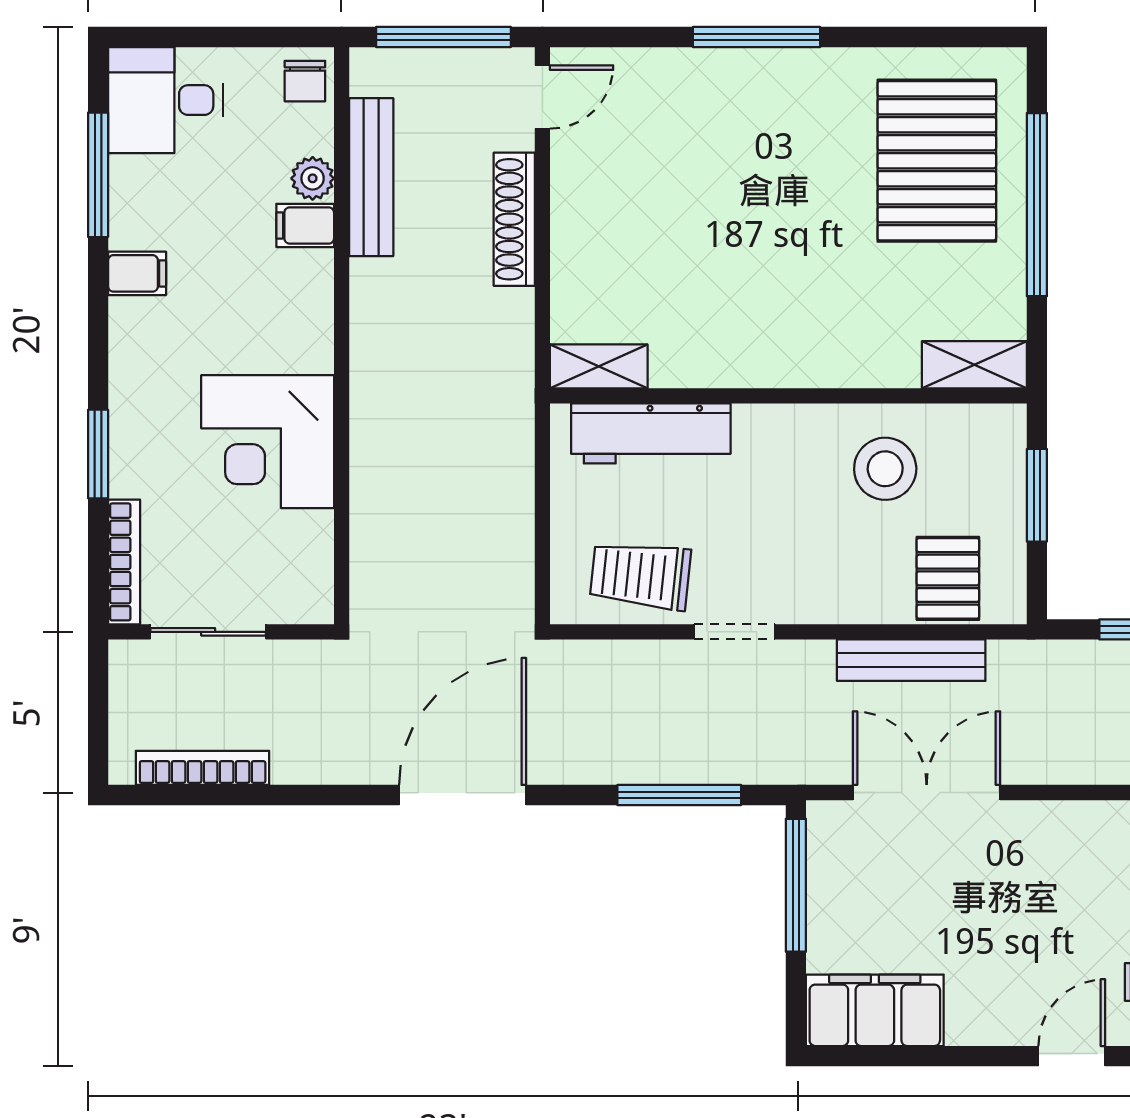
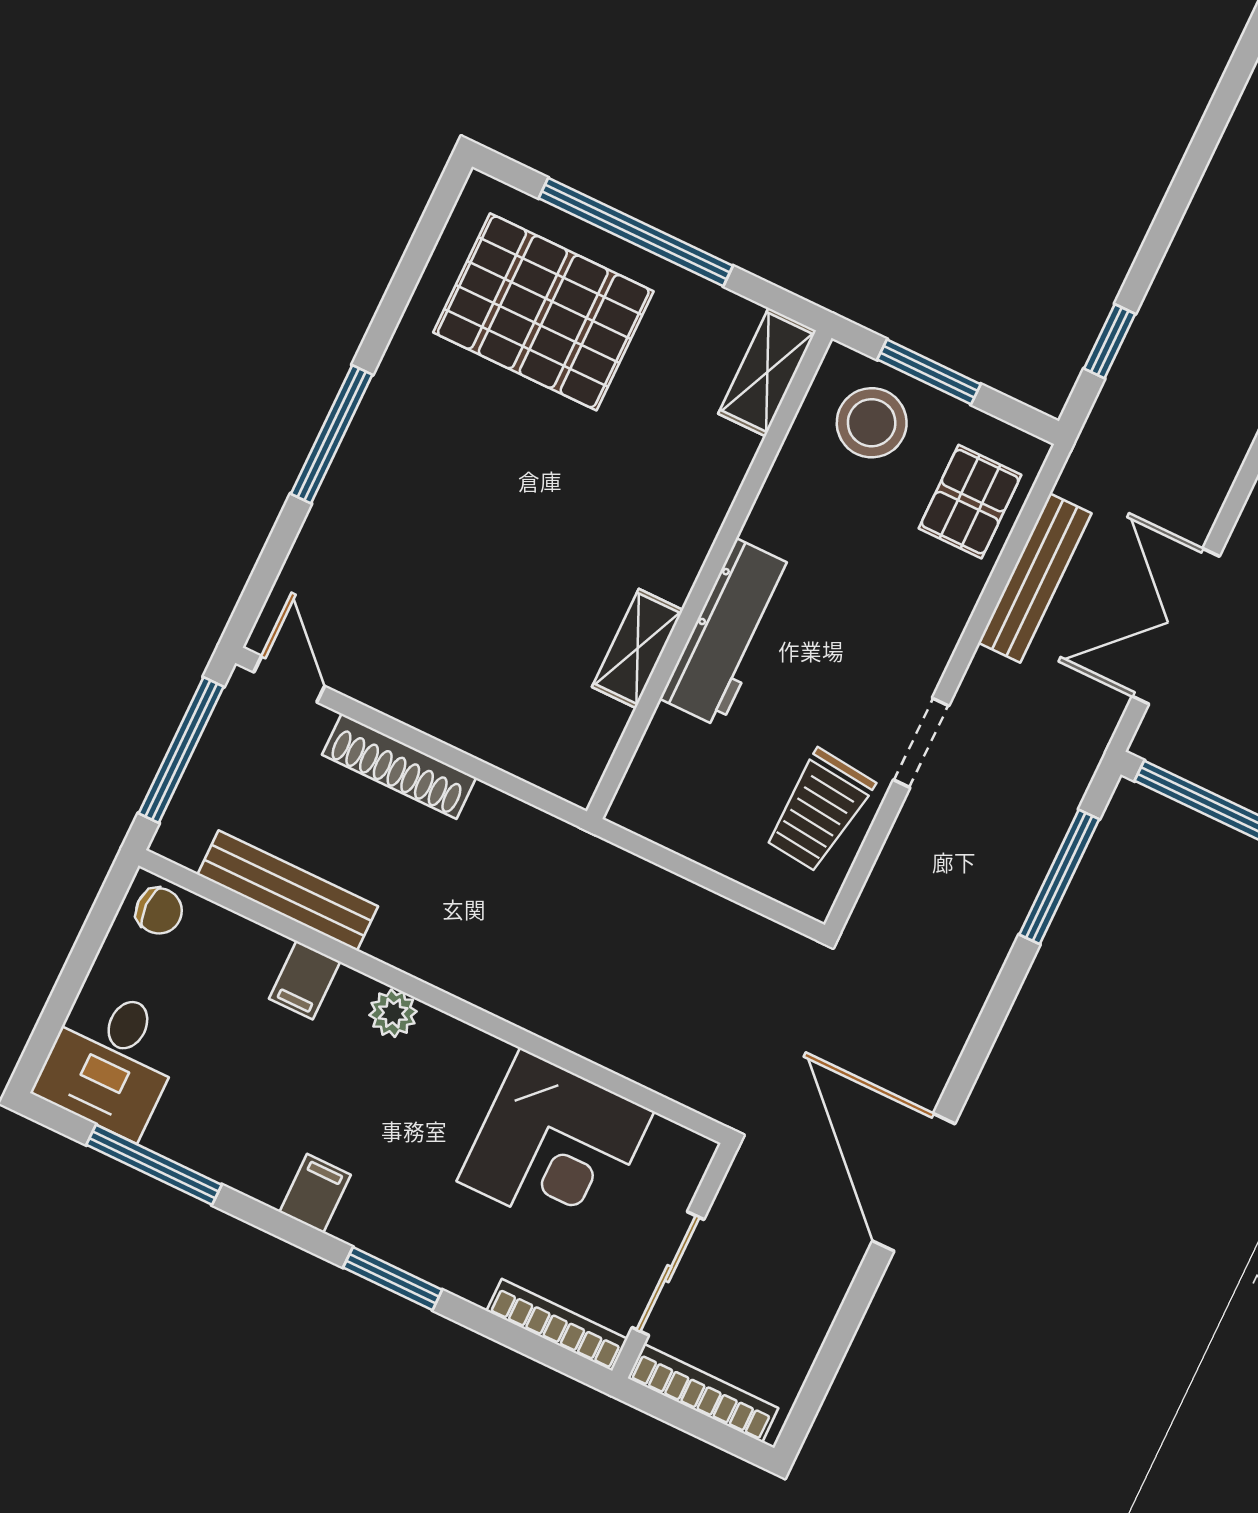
plant: (313, 178) -> (393, 1013), moved
filing cabinet: (137, 273) -> (315, 1193), moved
shelving: (599, 366) -> (637, 648), moved
workbench: (651, 433) -> (728, 633), moved
corner desk: (268, 442) -> (555, 1146), moved
window: (98, 454) -> (393, 1279), moved
stool: (885, 469) -> (872, 423), moved
pallet: (948, 578) -> (970, 502), turned 90
bookcase: (203, 768) -> (703, 1393), moved, turned 90
door: (463, 795) -> (914, 1182), moved

